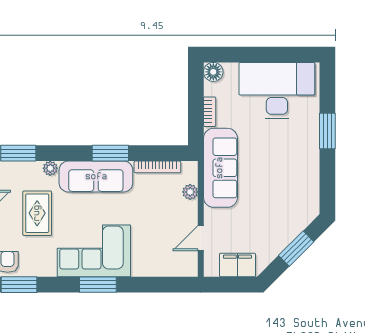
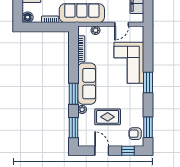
window: (110, 153) -> (74, 94), moved
door: (201, 238) -> (122, 24), hinge flipped
corner sofa: (94, 251) -> (129, 63), moved

